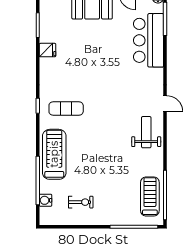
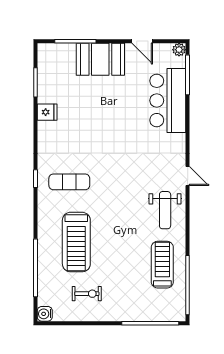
weight bench: (146, 132) -> (165, 210), turned 180
treadmill: (54, 154) -> (76, 242), moved, turned 180
treadmill: (150, 196) -> (162, 265), moved
water cooler: (46, 200) -> (45, 314), moved

